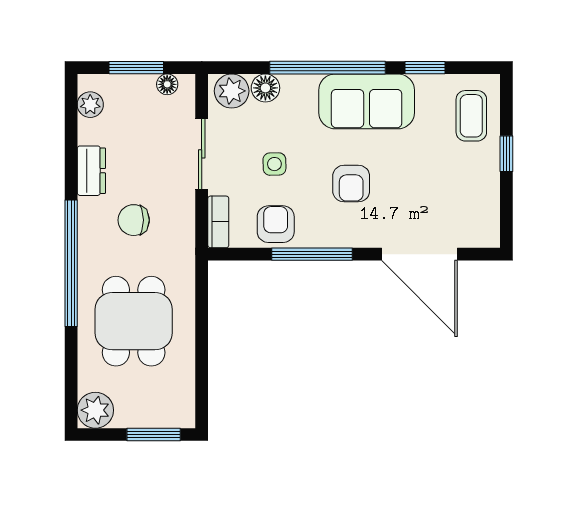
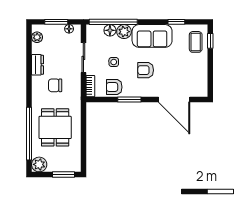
window: (327, 68) -> (113, 22), moved
plant: (232, 91) -> (124, 32), moved
window: (506, 154) -> (210, 41), moved
armchair: (351, 184) -> (146, 70), turned 90
armchair: (276, 224) -> (114, 87), turned -90
window: (312, 254) -> (129, 100), width x0.69
window: (71, 263) -> (29, 134), moved

